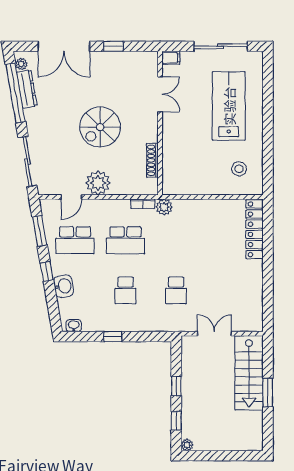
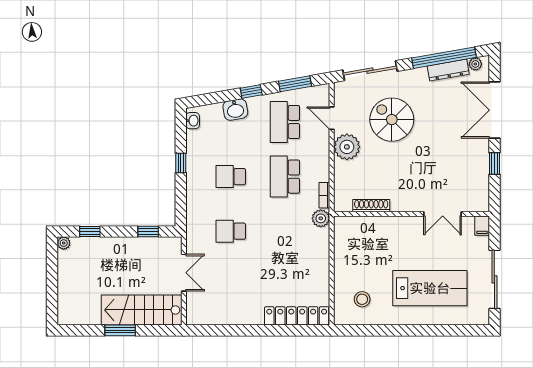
spiral stairs: (100, 127) -> (392, 120), moved
window: (176, 386) -> (148, 231), moved

